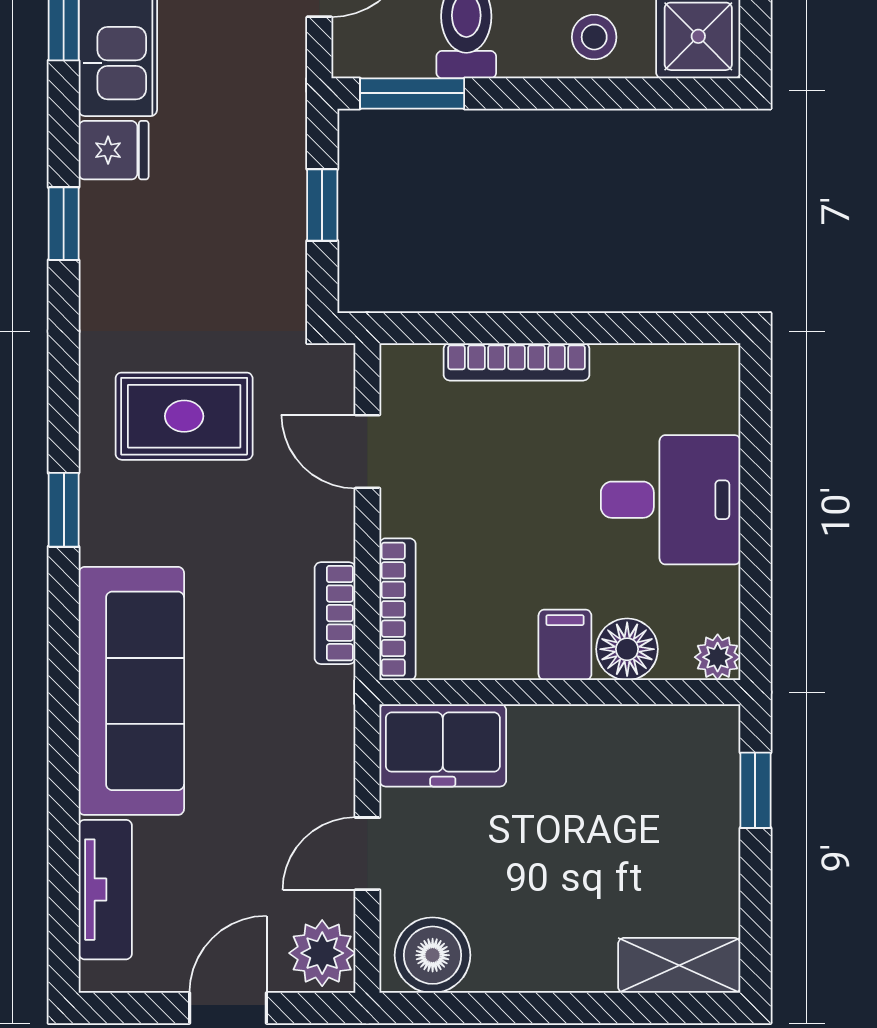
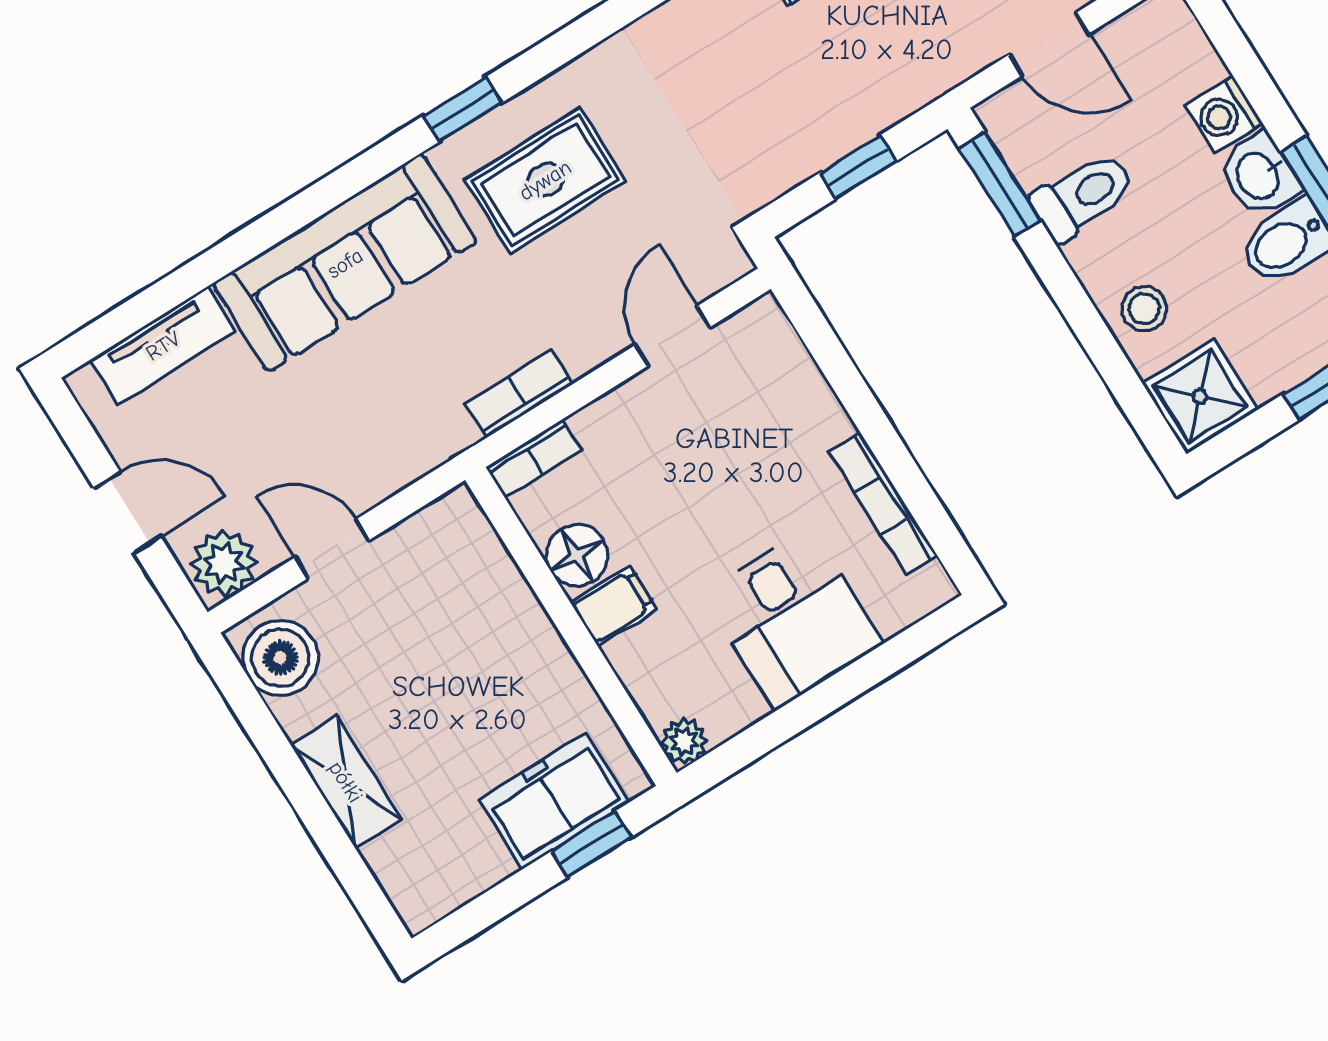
bookcase: (516, 362) -> (883, 504), moved
rug: (184, 416) -> (545, 180), moved, turned 90
bookcase: (398, 609) -> (533, 458), width x0.64
floor lamp: (627, 649) -> (577, 555), moved
freezer: (443, 745) -> (554, 801), moved, turned 90
shelving: (679, 965) -> (346, 782), moved

